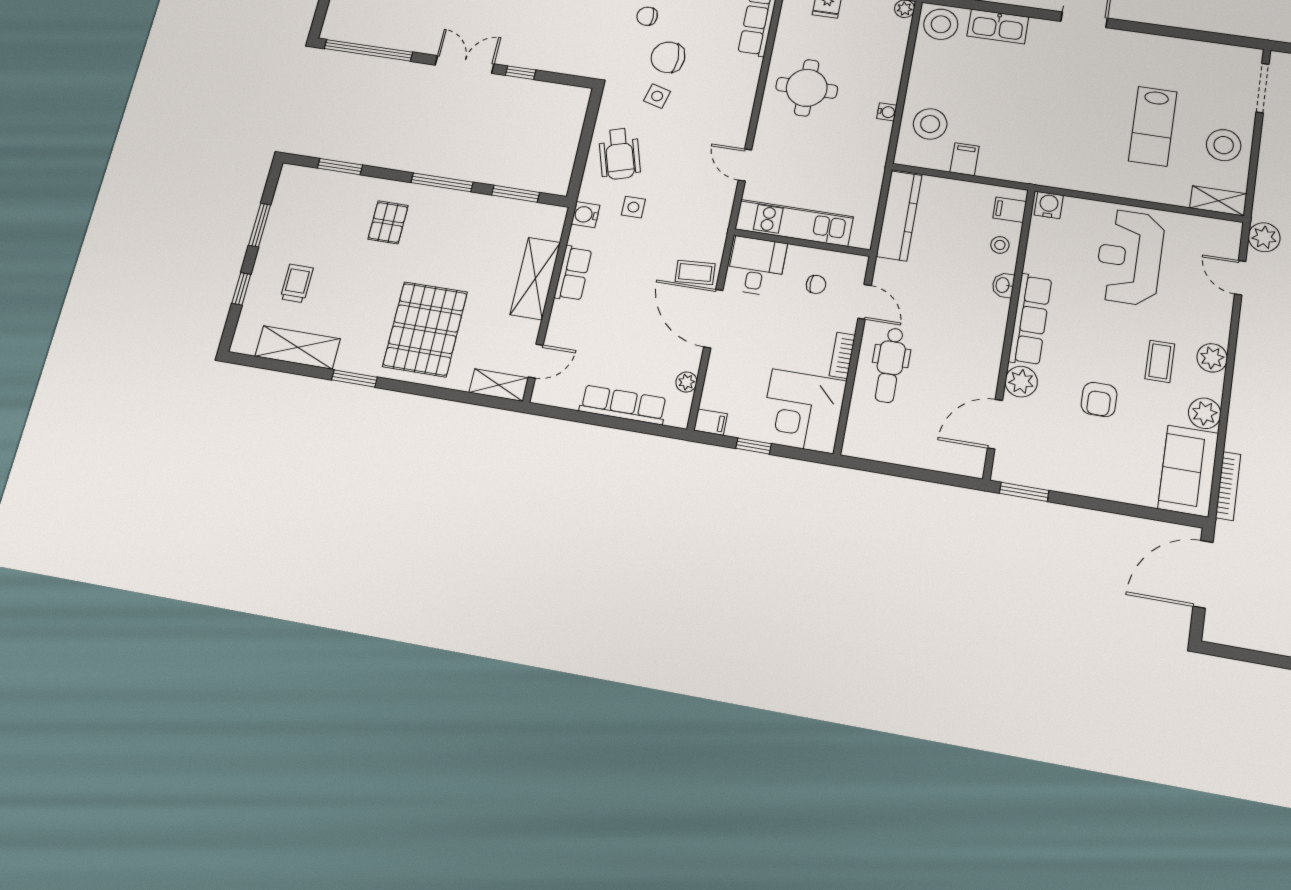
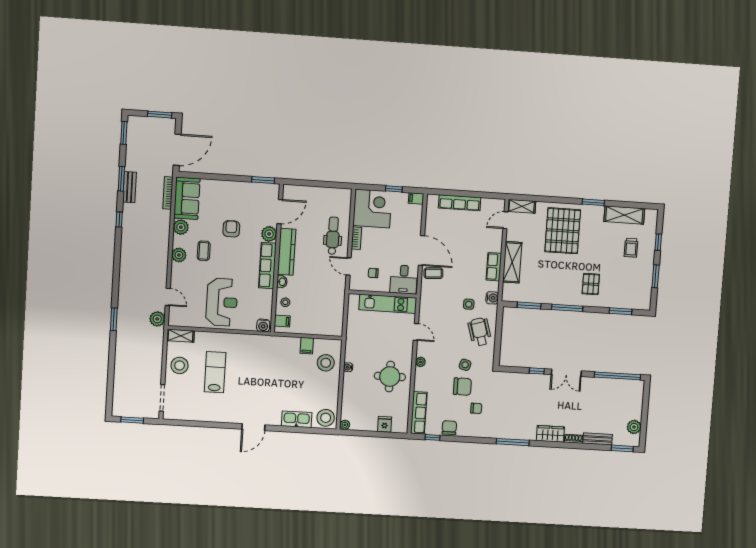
kitchen counter: (899, 216) -> (287, 252), moved, turned 180
plant: (686, 382) -> (420, 362), moved
window: (1237, 654) -> (160, 115), added

